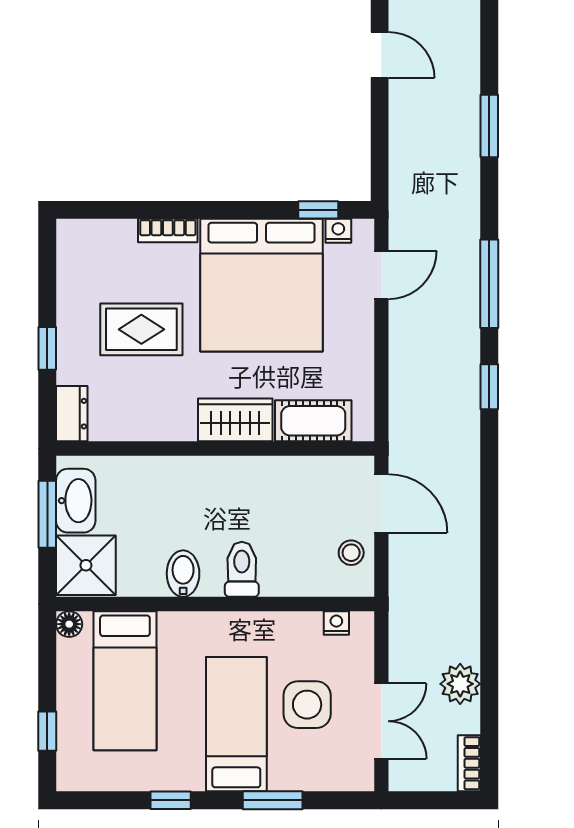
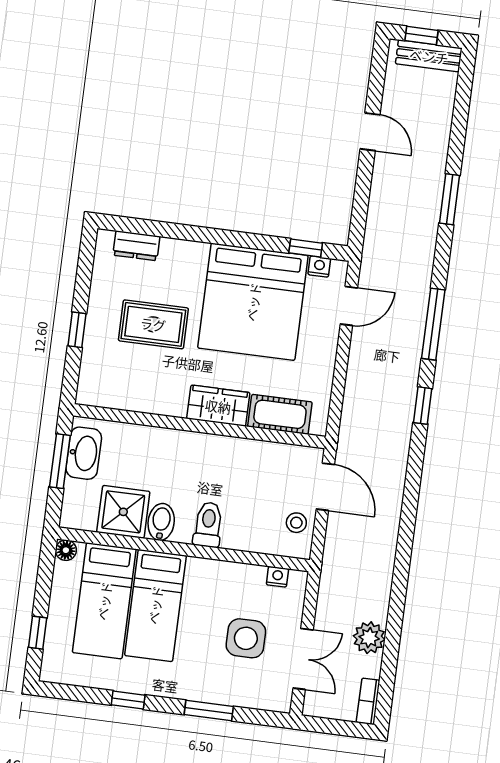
bookcase: (168, 231) -> (184, 249), removed
dresser: (72, 414) -> (136, 246), moved, turned 90
shower: (86, 565) -> (123, 512), moved
bed: (236, 724) -> (155, 605), moved, turned 180

